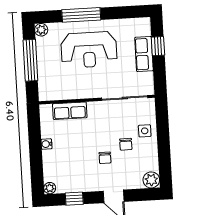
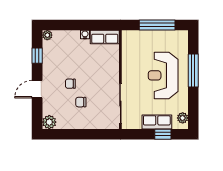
plant: (41, 30) -> (183, 118), moved
row of seats: (70, 111) -> (105, 37), moved, turned -90
side table: (145, 131) -> (91, 119), removed

